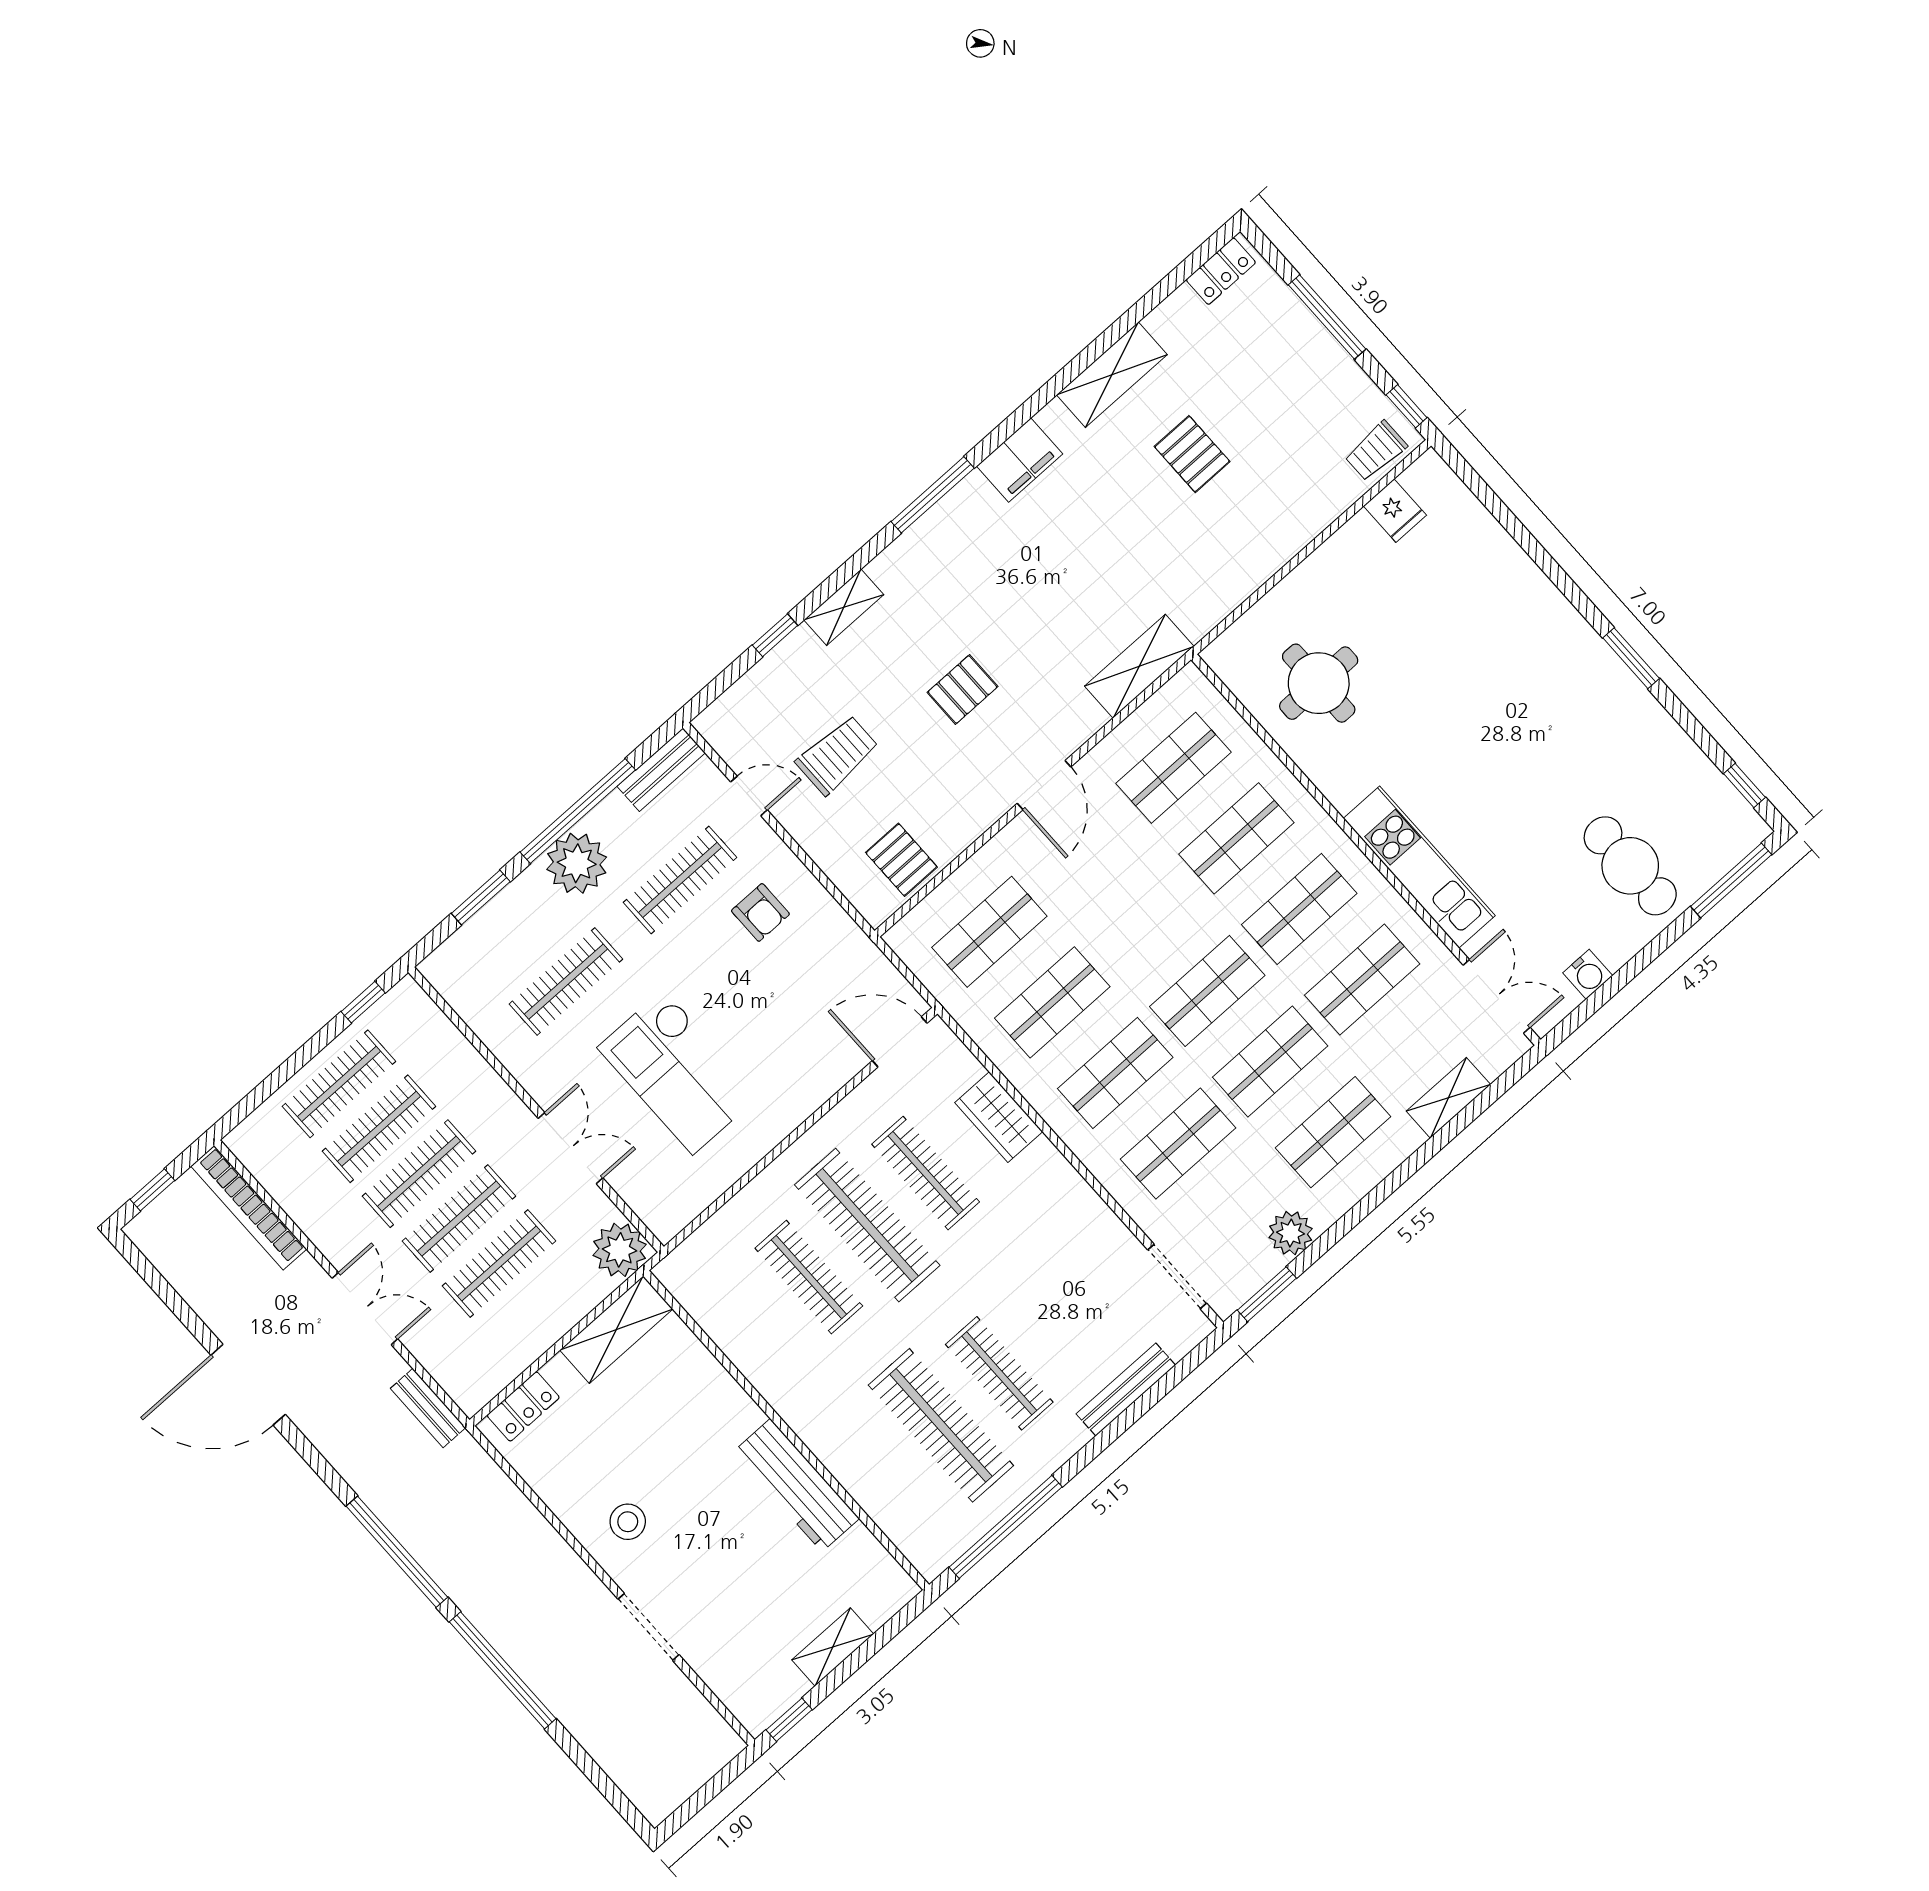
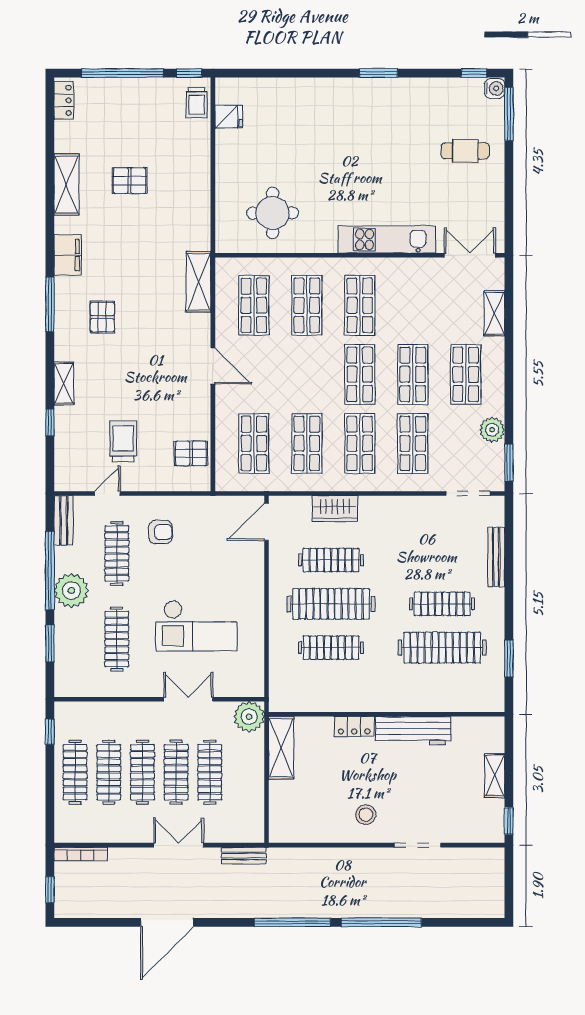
window: (1327, 317) -> (122, 73), width x1.46
pallet: (963, 689) -> (102, 317), moved
cafe table: (1630, 866) -> (465, 151), width x0.73, depth x0.74
water cooler: (1588, 974) -> (495, 88), moved
shop shelf: (1362, 980) -> (413, 305), removed
bookcase: (249, 1208) -> (81, 854), width x0.68, depth x0.76
locker: (523, 1406) -> (354, 726), moved, turned 90
window: (1006, 1527) -> (509, 658), width x0.47

